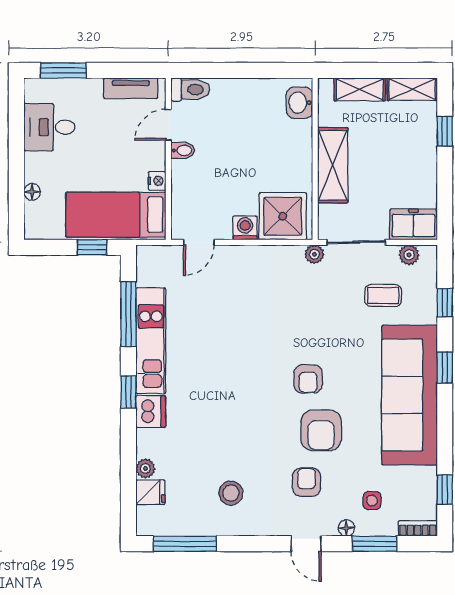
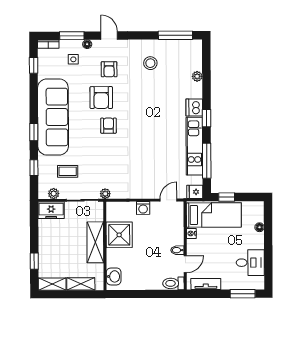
shower: (283, 216) -> (119, 235), moved
armchair: (321, 430) -> (101, 98), turned 180
fridge: (150, 492) -> (195, 192), moved

